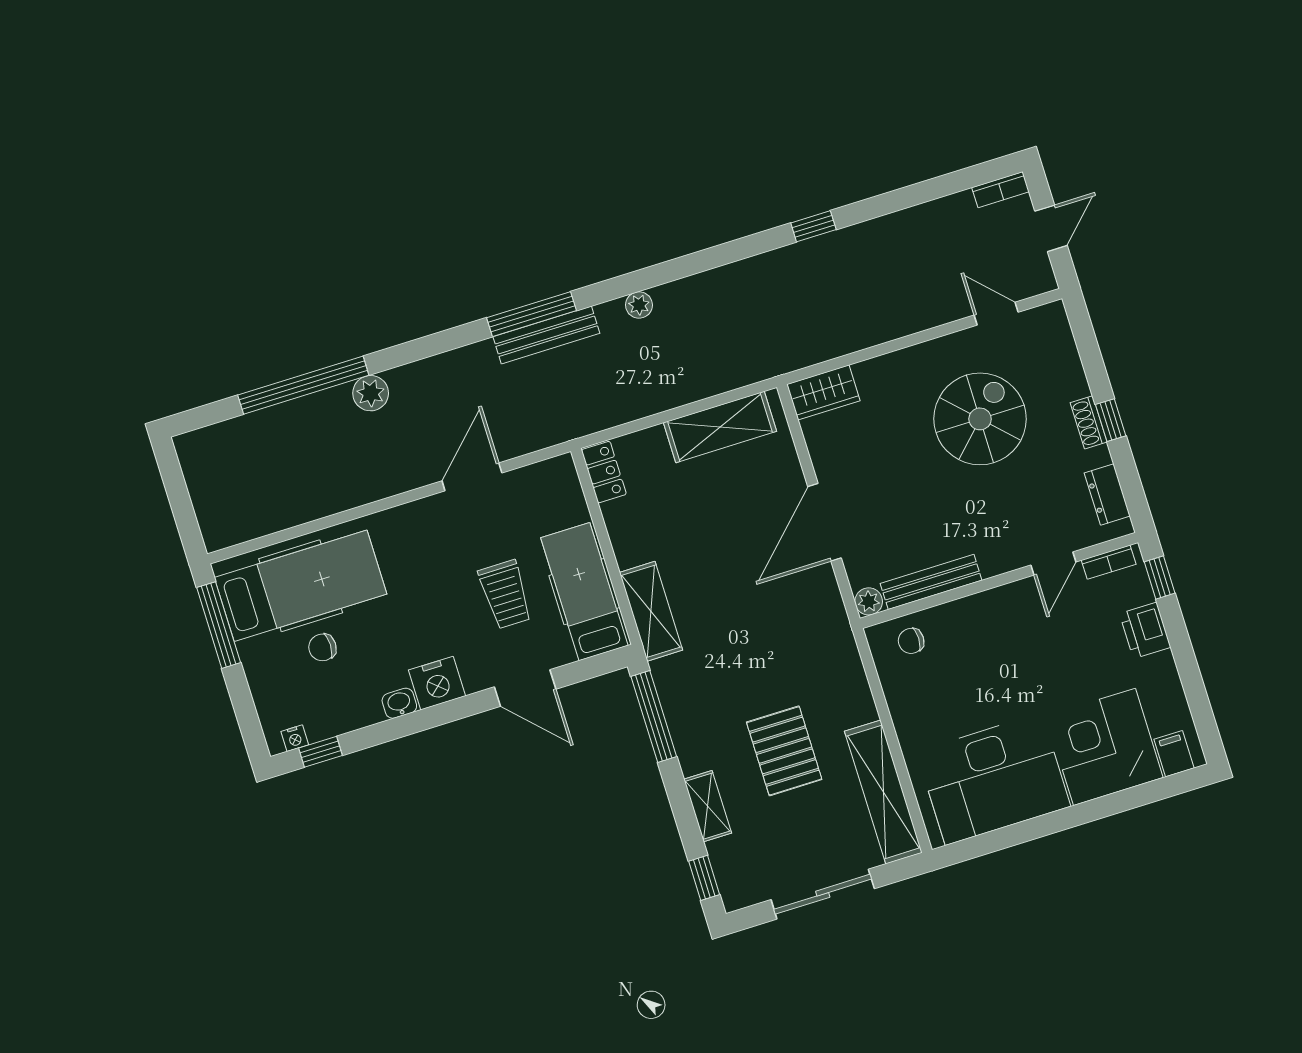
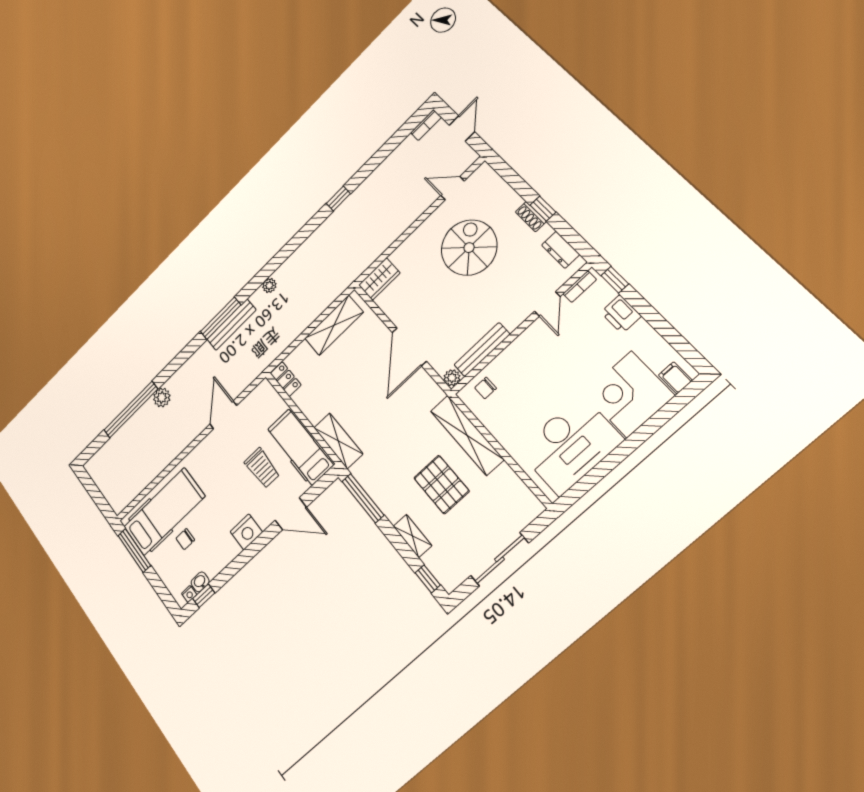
washbasin: (399, 703) -> (200, 582), moved
shelving: (883, 792) -> (467, 435), moved

